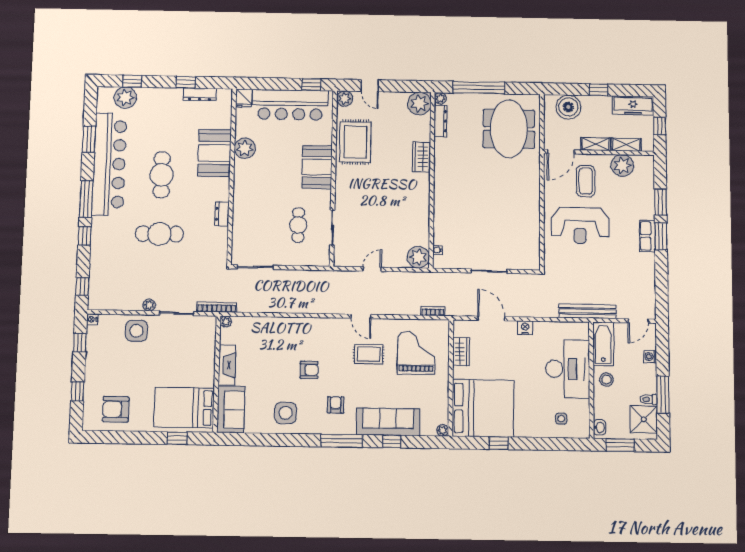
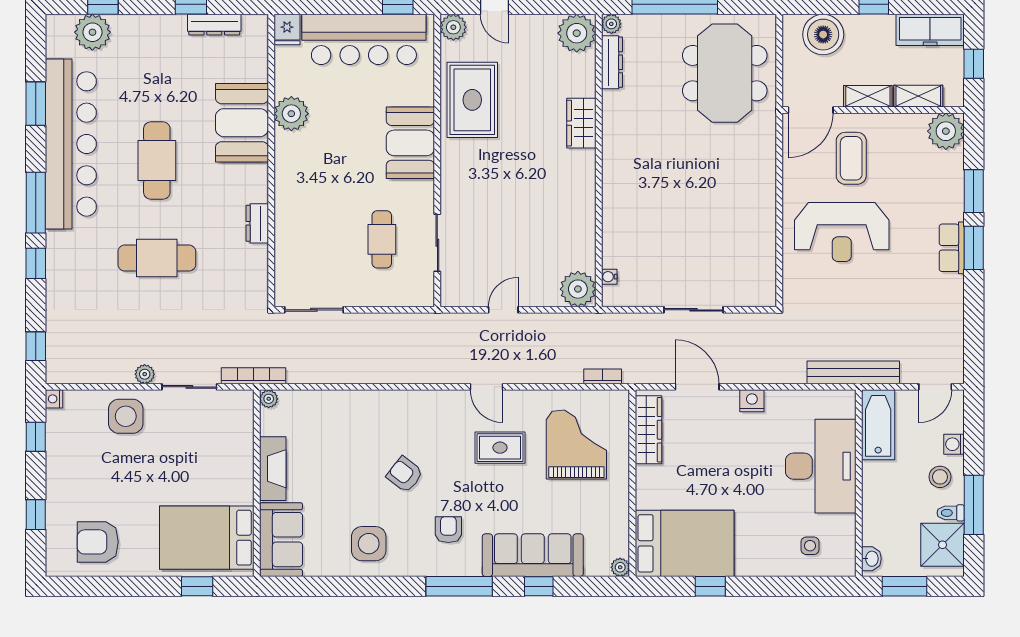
plant: (622, 165) -> (946, 131), moved
wardrobe: (461, 352) -> (648, 430), width x1.50
armchair: (309, 370) -> (405, 474), turned -142
stool: (607, 380) -> (940, 477), moved
bed: (483, 408) -> (685, 543), width x0.73

